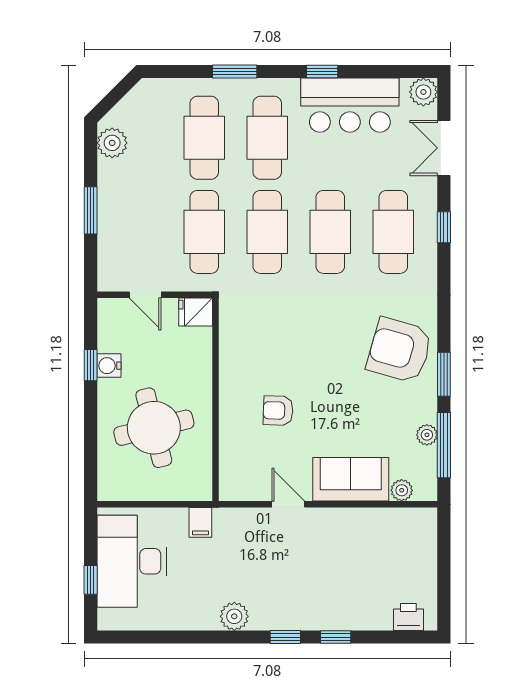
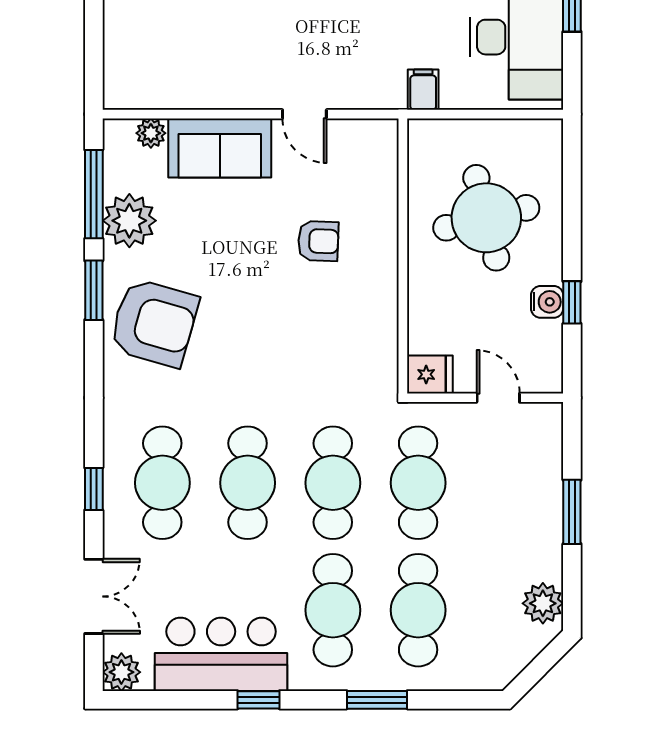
plant: (427, 435) -> (129, 221), width x1.87, depth x1.87

